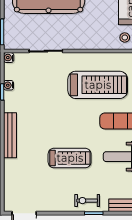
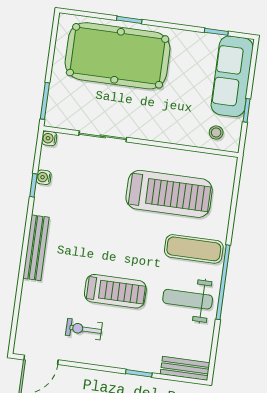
exercise bike: (87, 201) -> (84, 329), moved

